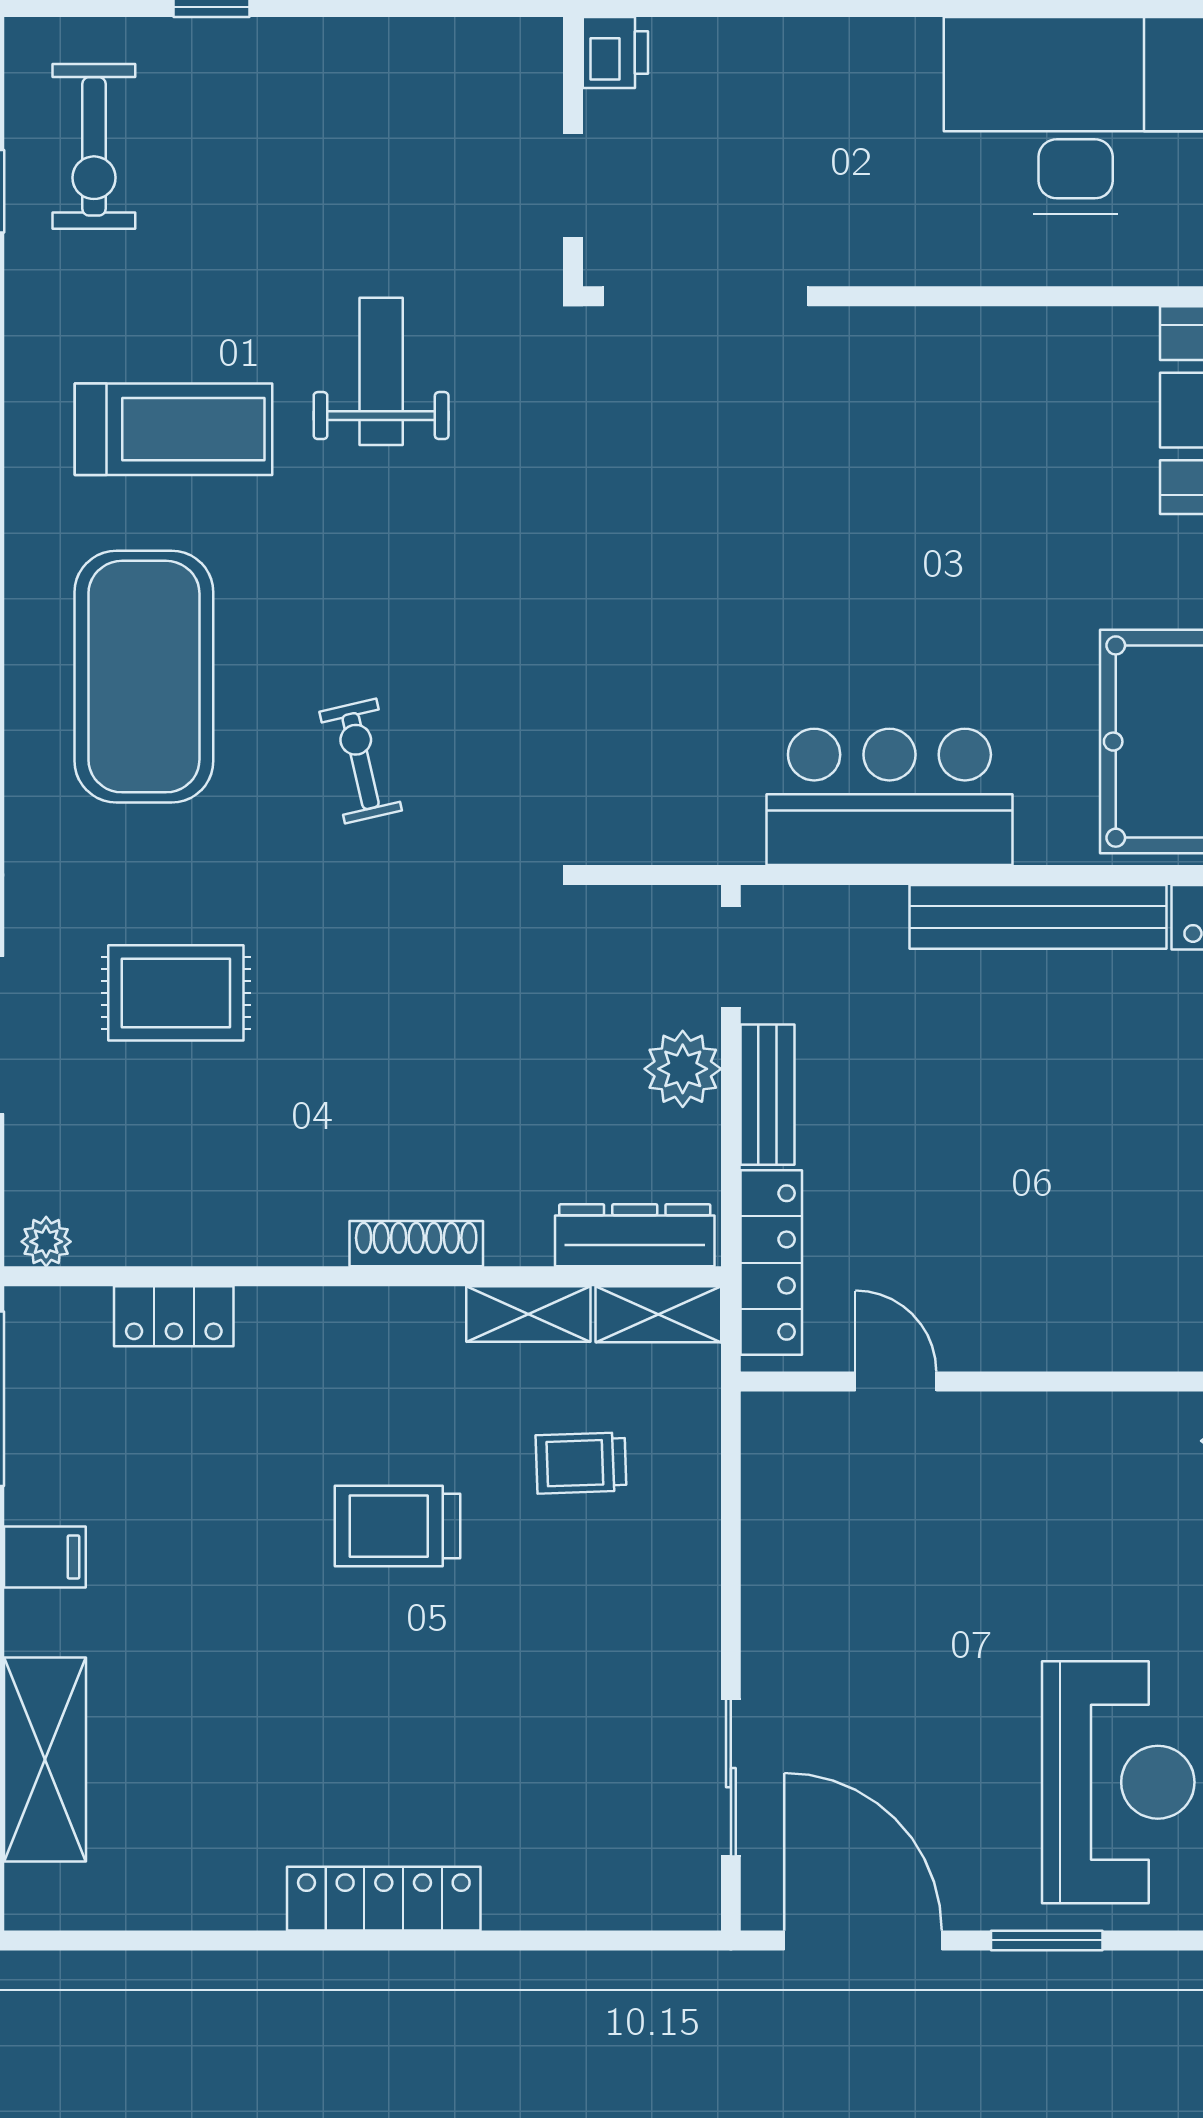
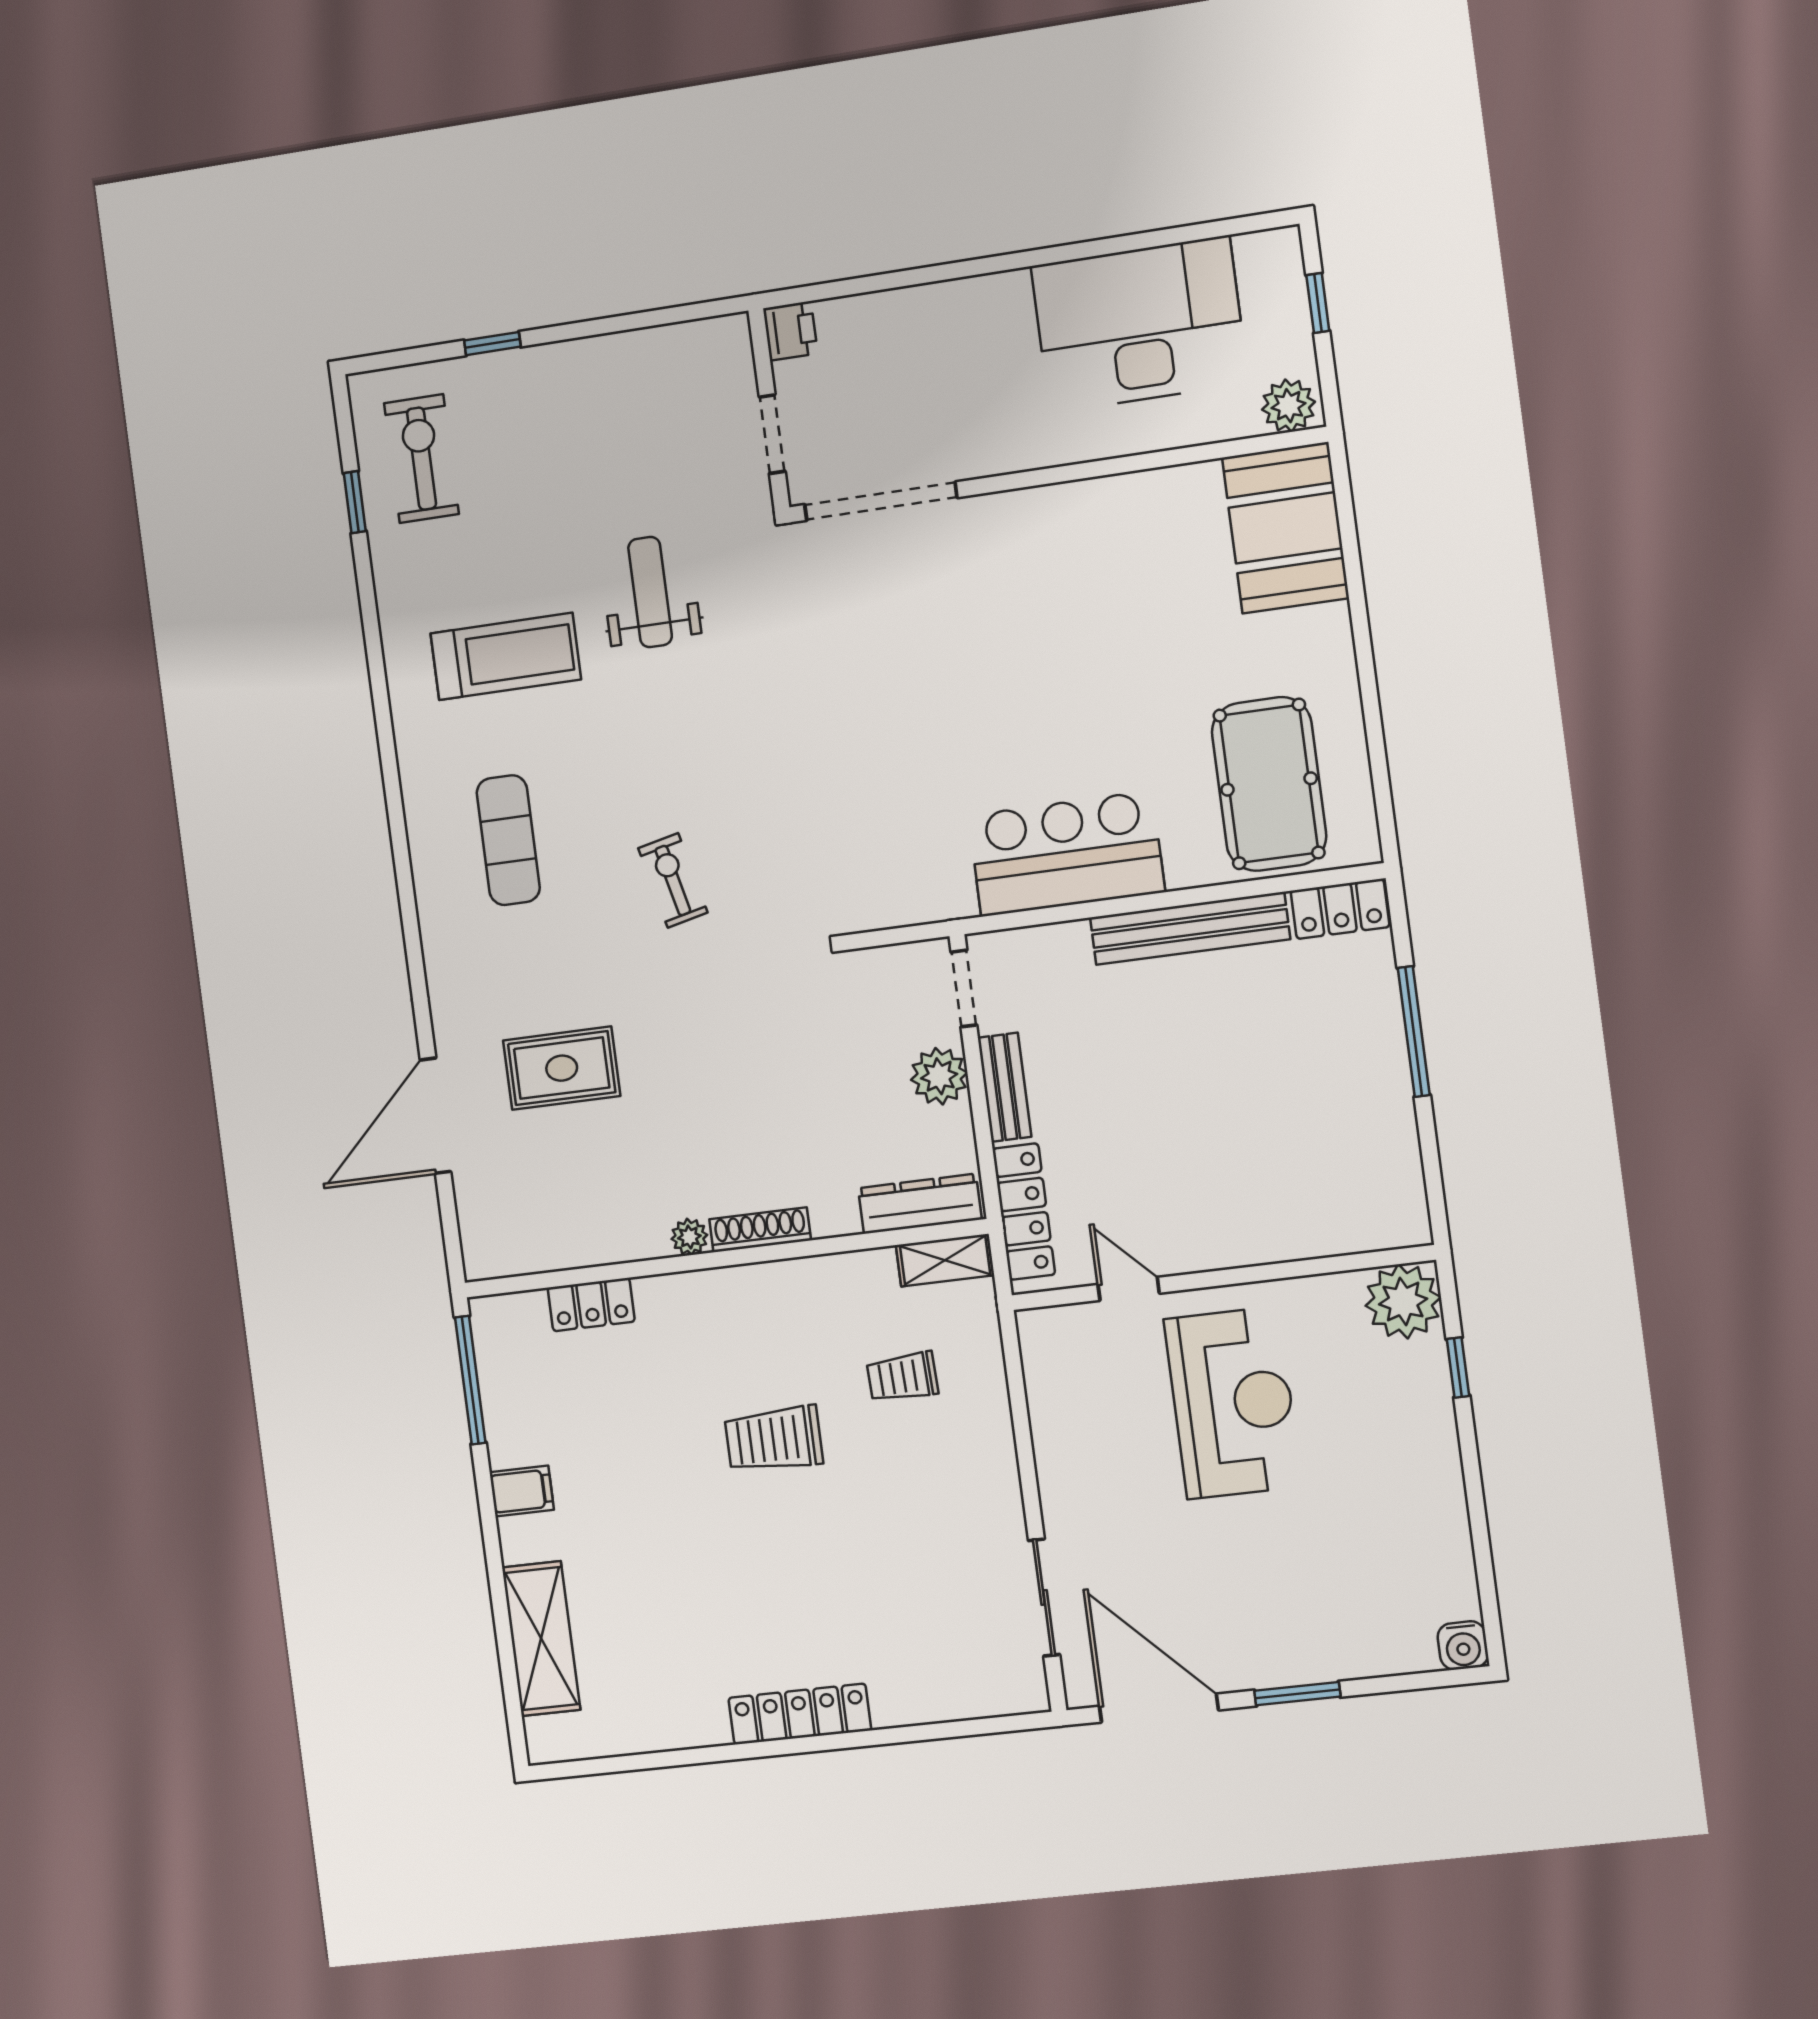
exercise bike: (94, 146) -> (422, 459), turned 180
exercise mat: (144, 677) -> (508, 840), width x0.50, depth x0.69
plant: (46, 1242) -> (689, 1237), moved
shelving: (528, 1314) -> (849, 1272), removed
reception desk: (1118, 1782) -> (1233, 1403), moved

